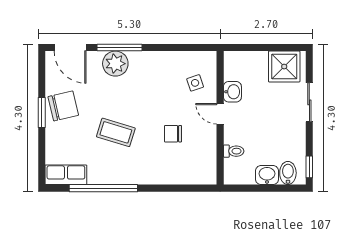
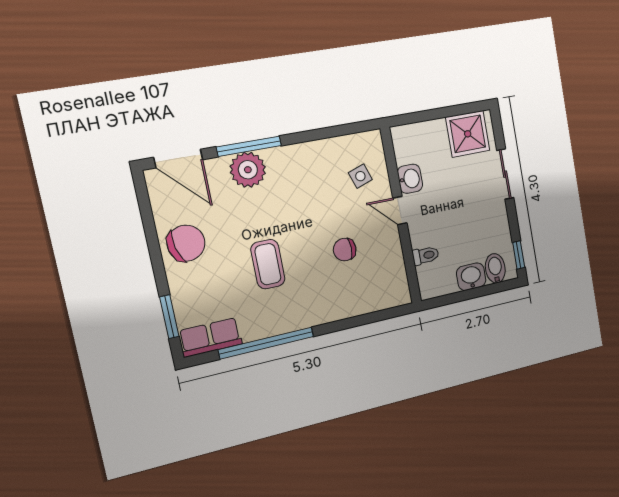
window: (42, 112) -> (169, 317), moved
coffee table: (116, 132) -> (268, 264), turned 73

